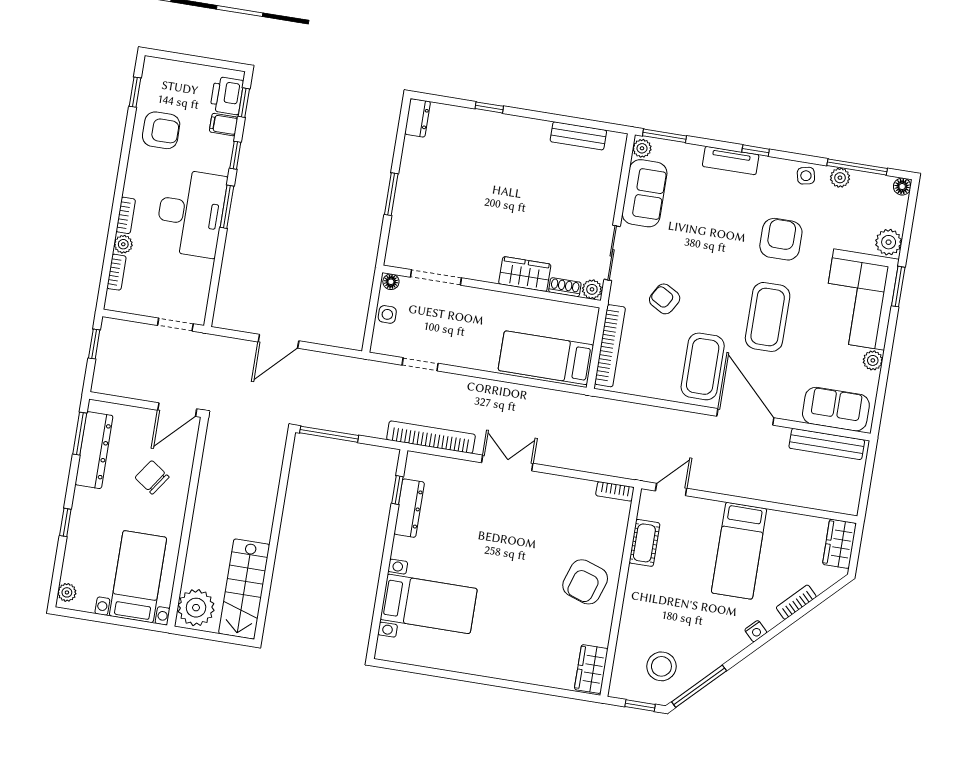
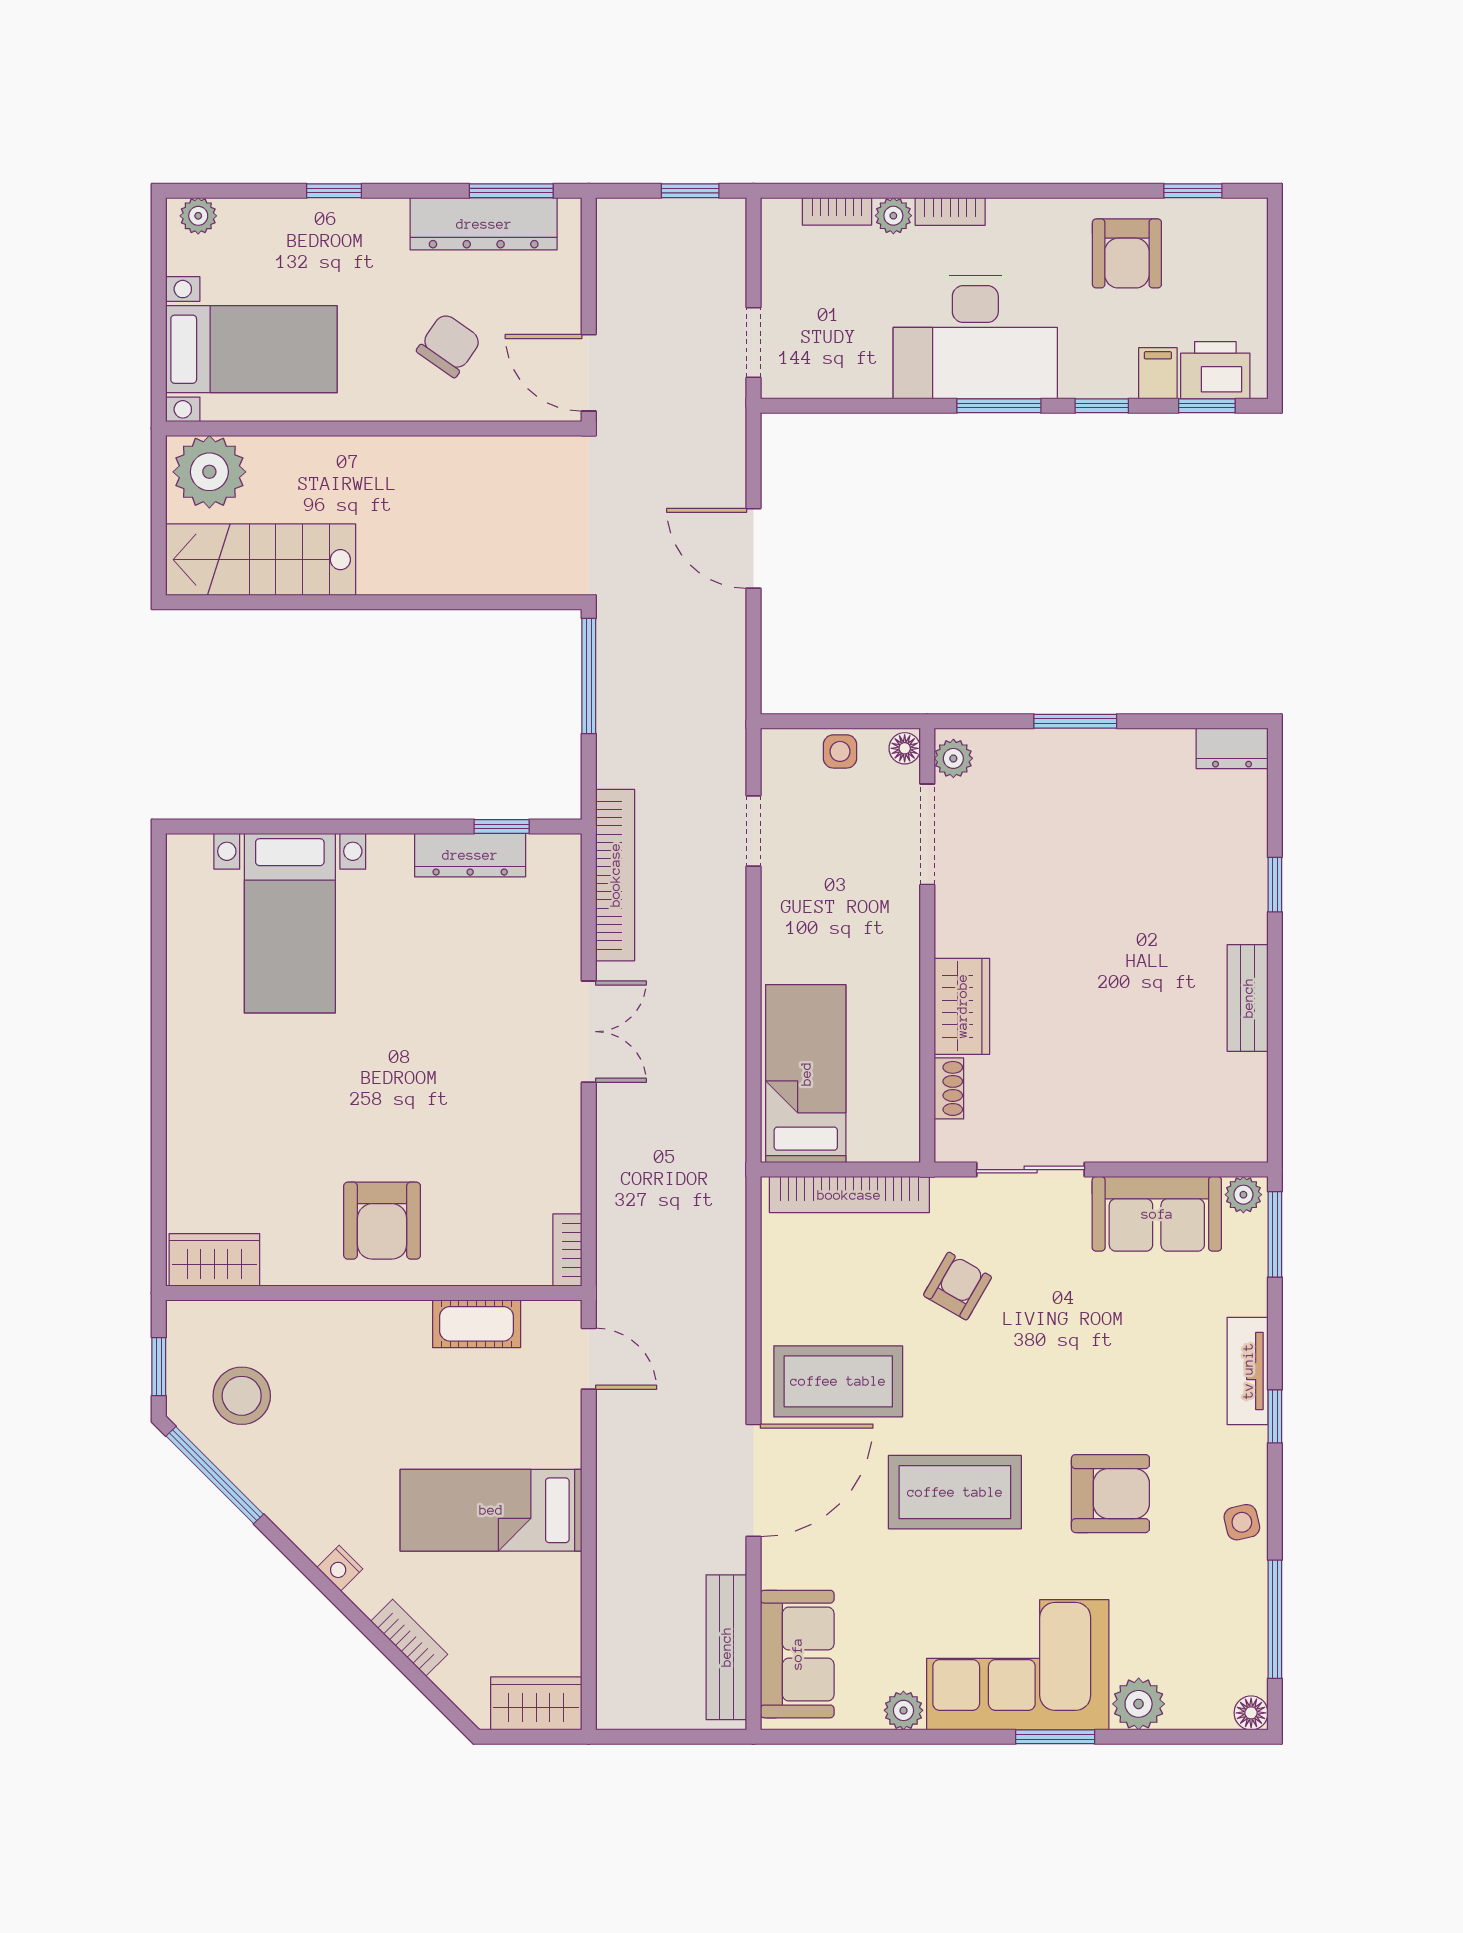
bench: (578, 136) -> (1248, 998), moved
plant: (840, 178) -> (1249, 1589), removed
plant: (592, 289) -> (953, 758), moved
armchair: (585, 582) -> (382, 1221), turned -108

